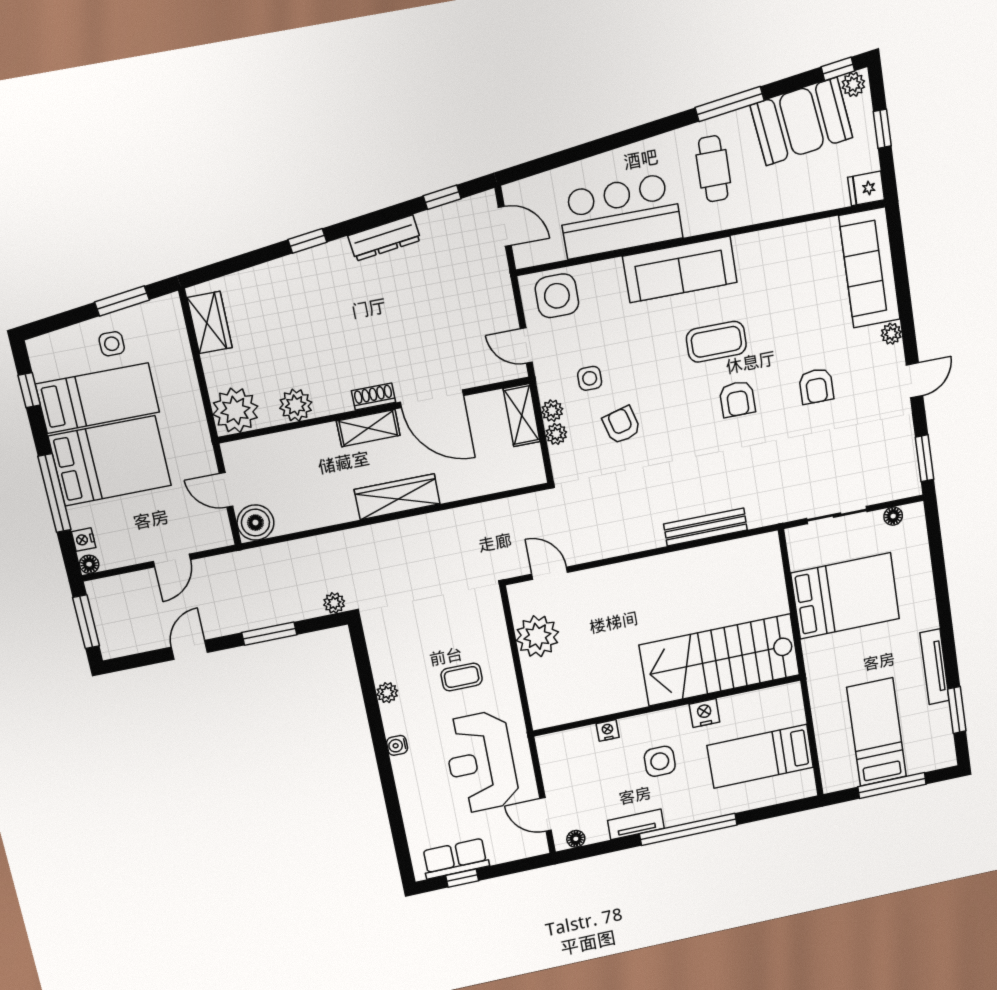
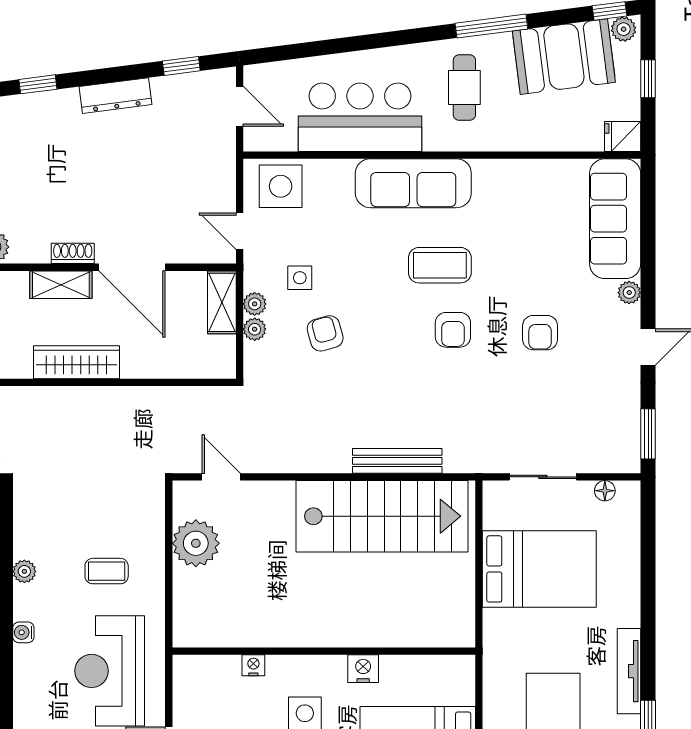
stairs: (720, 660) -> (382, 516), moved, turned 180

